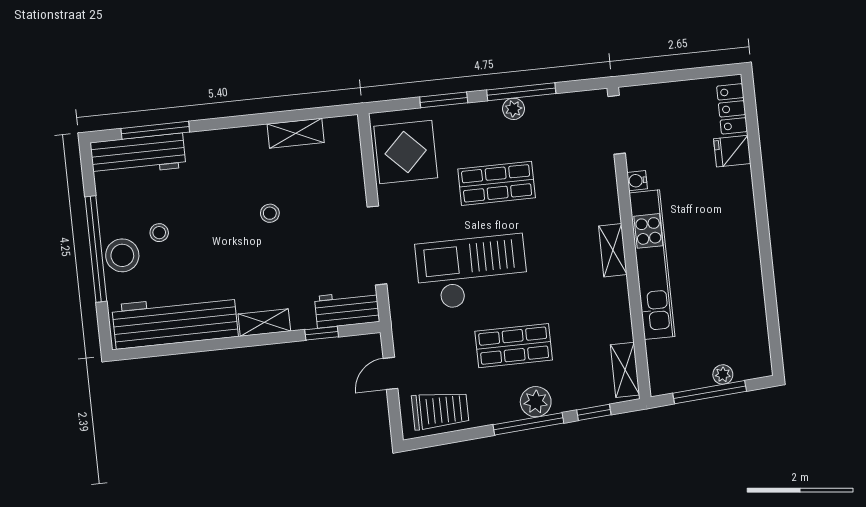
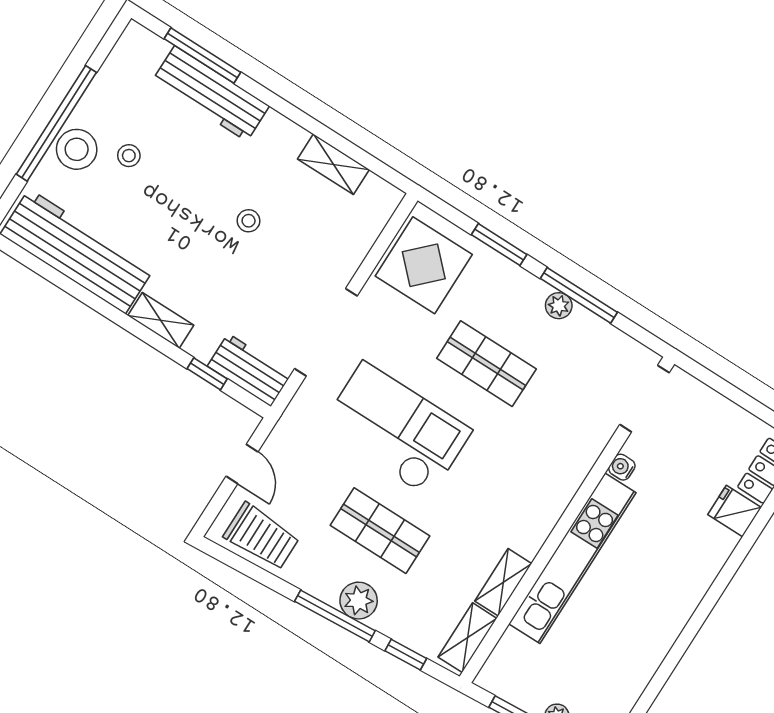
workbench: (138, 155) -> (211, 94), moved
shelving: (613, 250) -> (503, 582), moved
door: (390, 373) -> (242, 464), swing flipped

